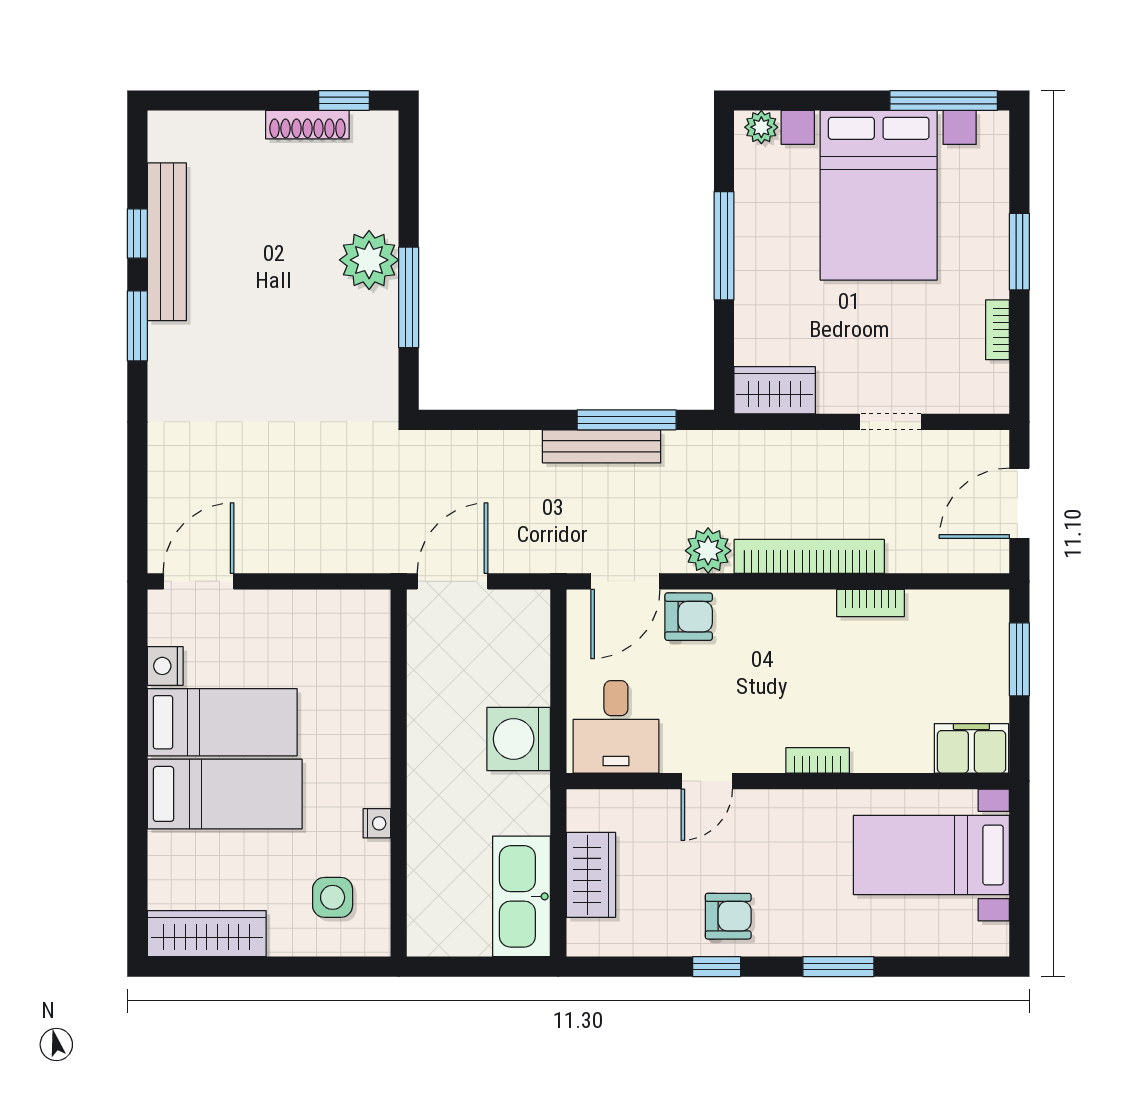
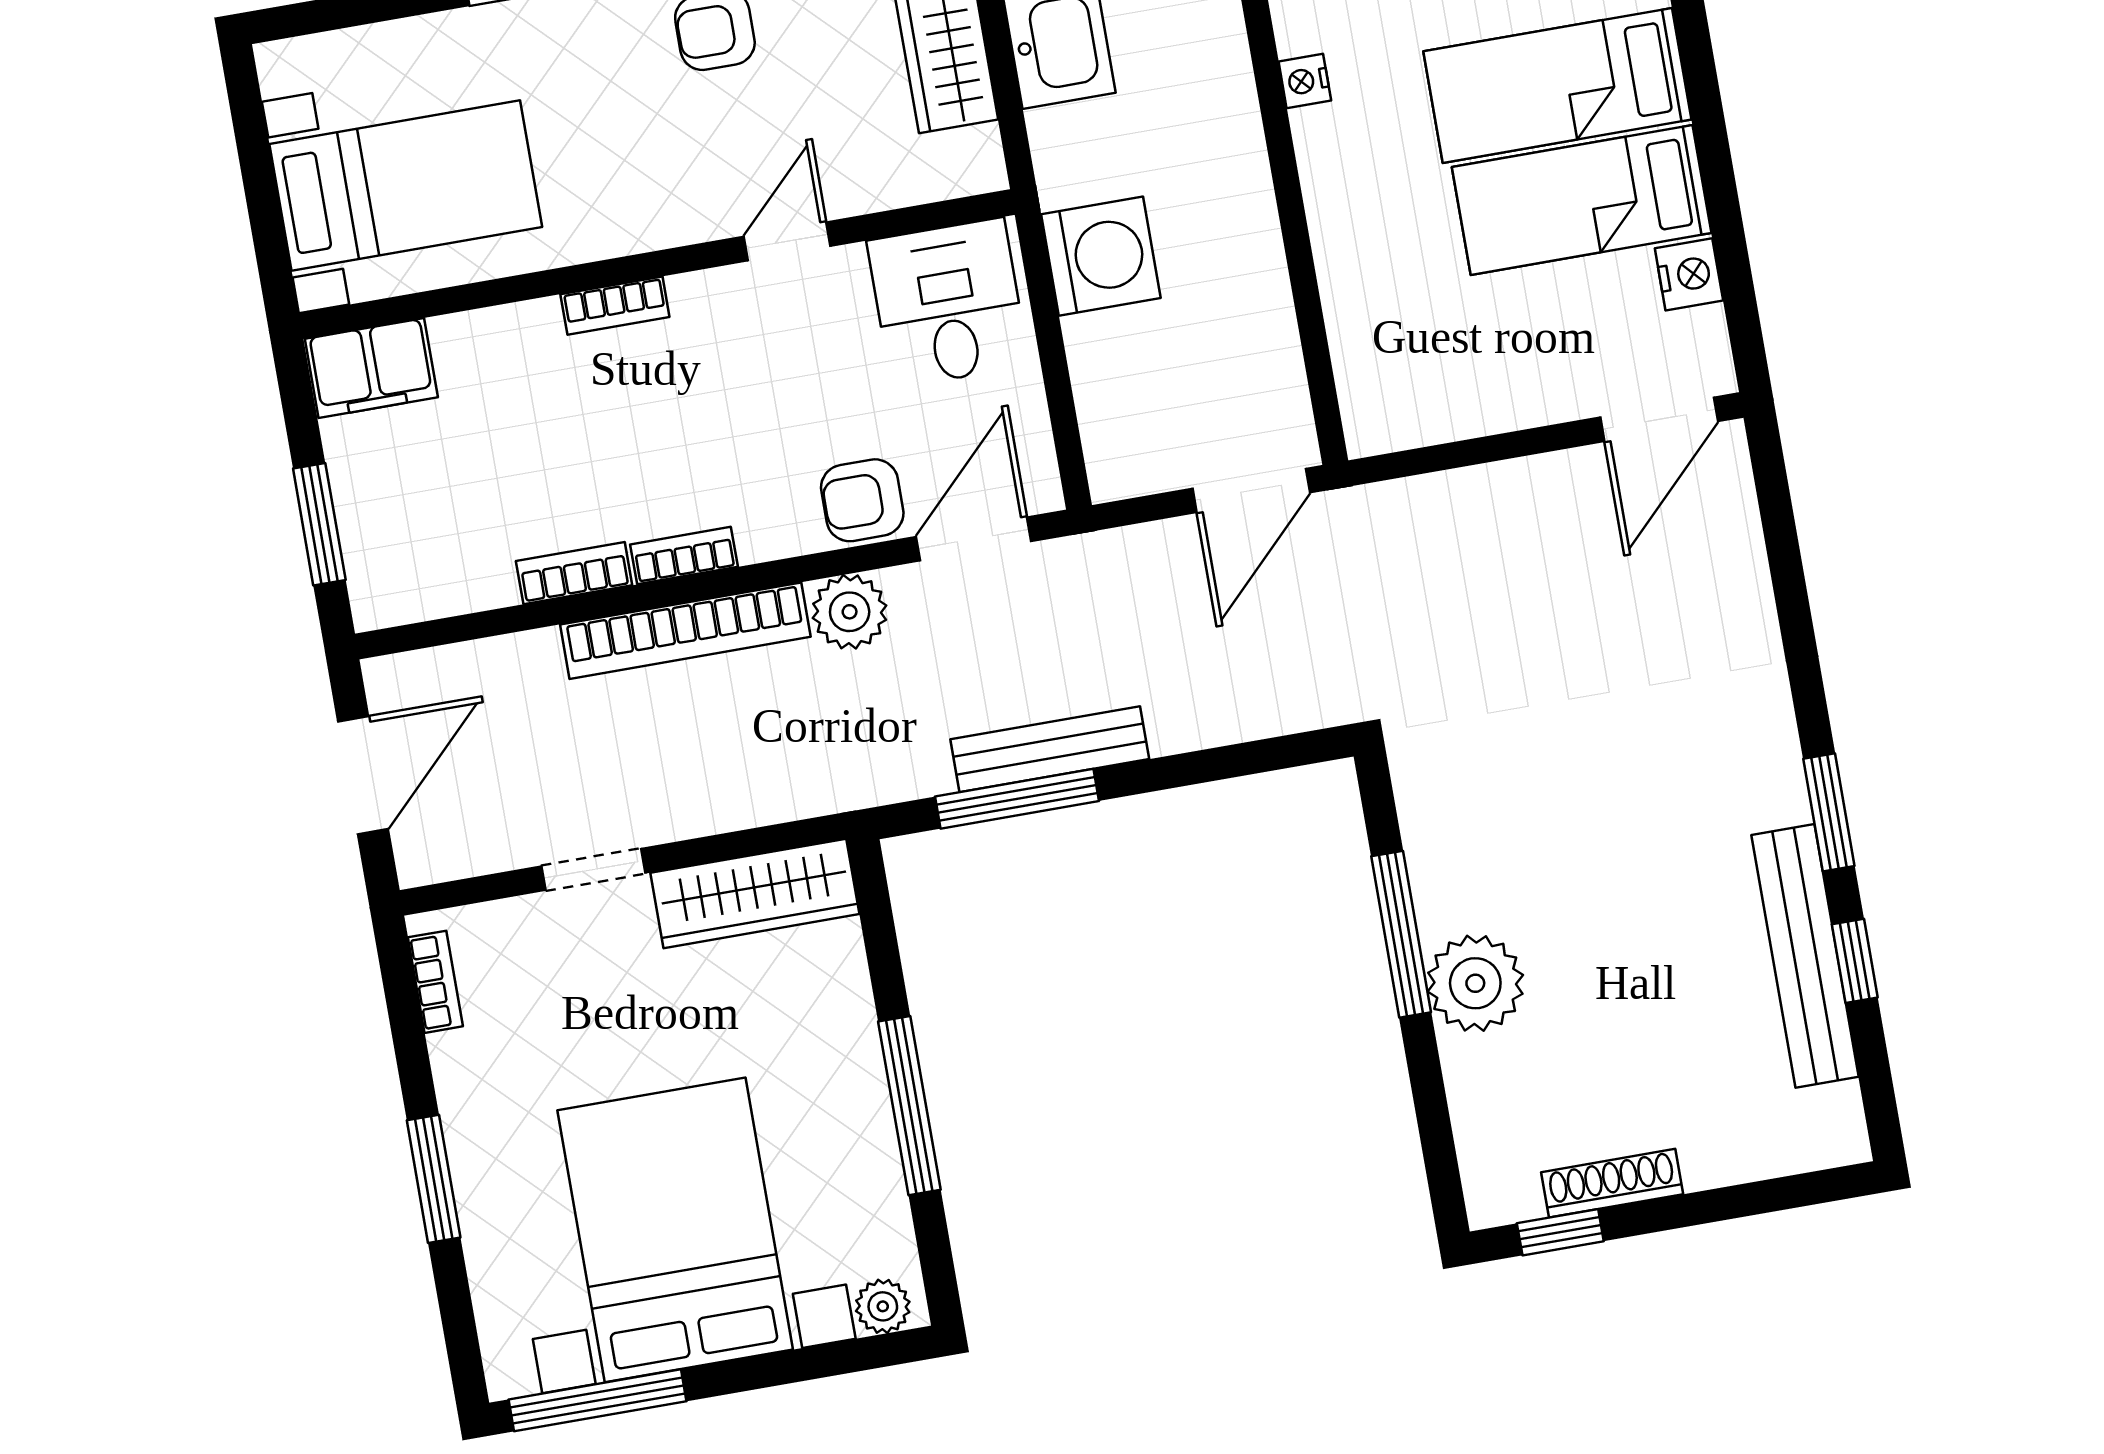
bookcase: (997, 330) -> (435, 982), moved
wardrobe: (775, 390) -> (755, 893), width x1.50
bookcase: (802, 602) -> (684, 556), added

